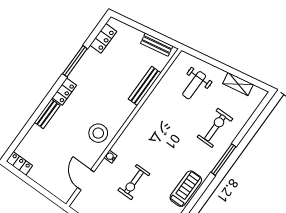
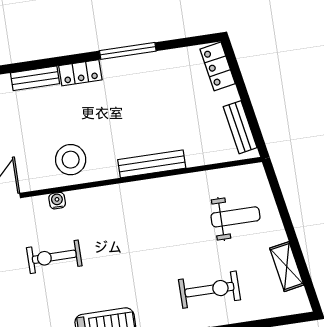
locker: (103, 38) -> (218, 66), moved, turned 80
weight bench: (194, 85) -> (236, 217), turned 180
bench: (145, 86) -> (152, 164), moved

